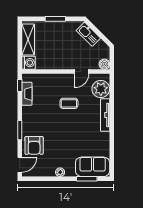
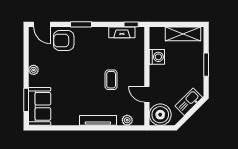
washing machine: (29, 63) -> (157, 57), moved, turned -90
boiler: (104, 64) -> (160, 115), width x1.86, depth x1.86
plant: (101, 89) -> (127, 120), width x0.53, depth x0.53

